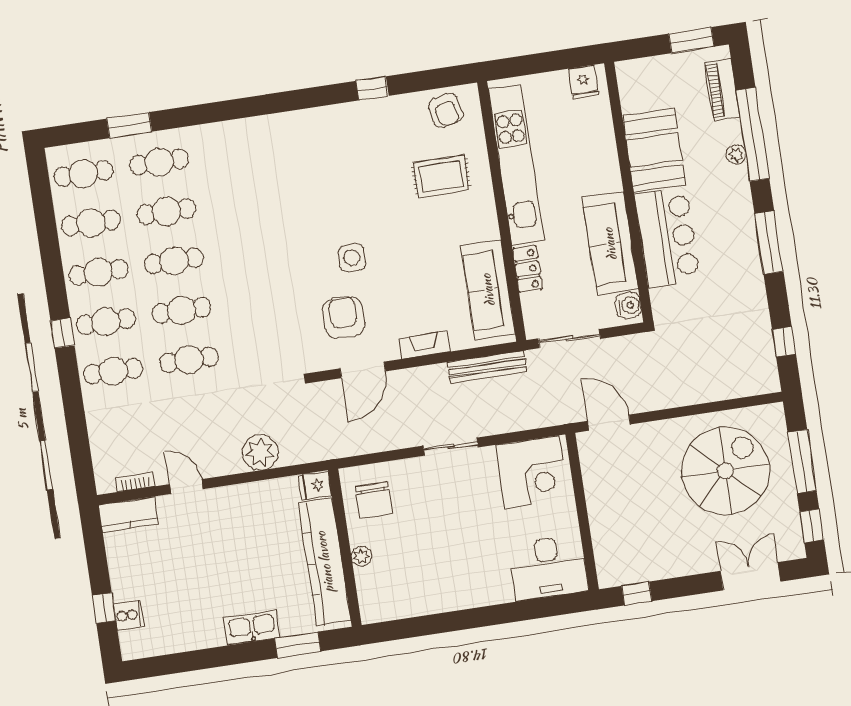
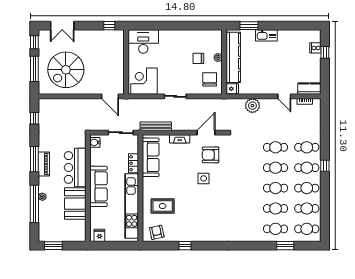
piano: (722, 90) -> (44, 164), moved
sofa: (610, 244) -> (98, 186), moved
armchair: (344, 318) -> (211, 155), turned 90
chair: (409, 547) -> (198, 58), added

